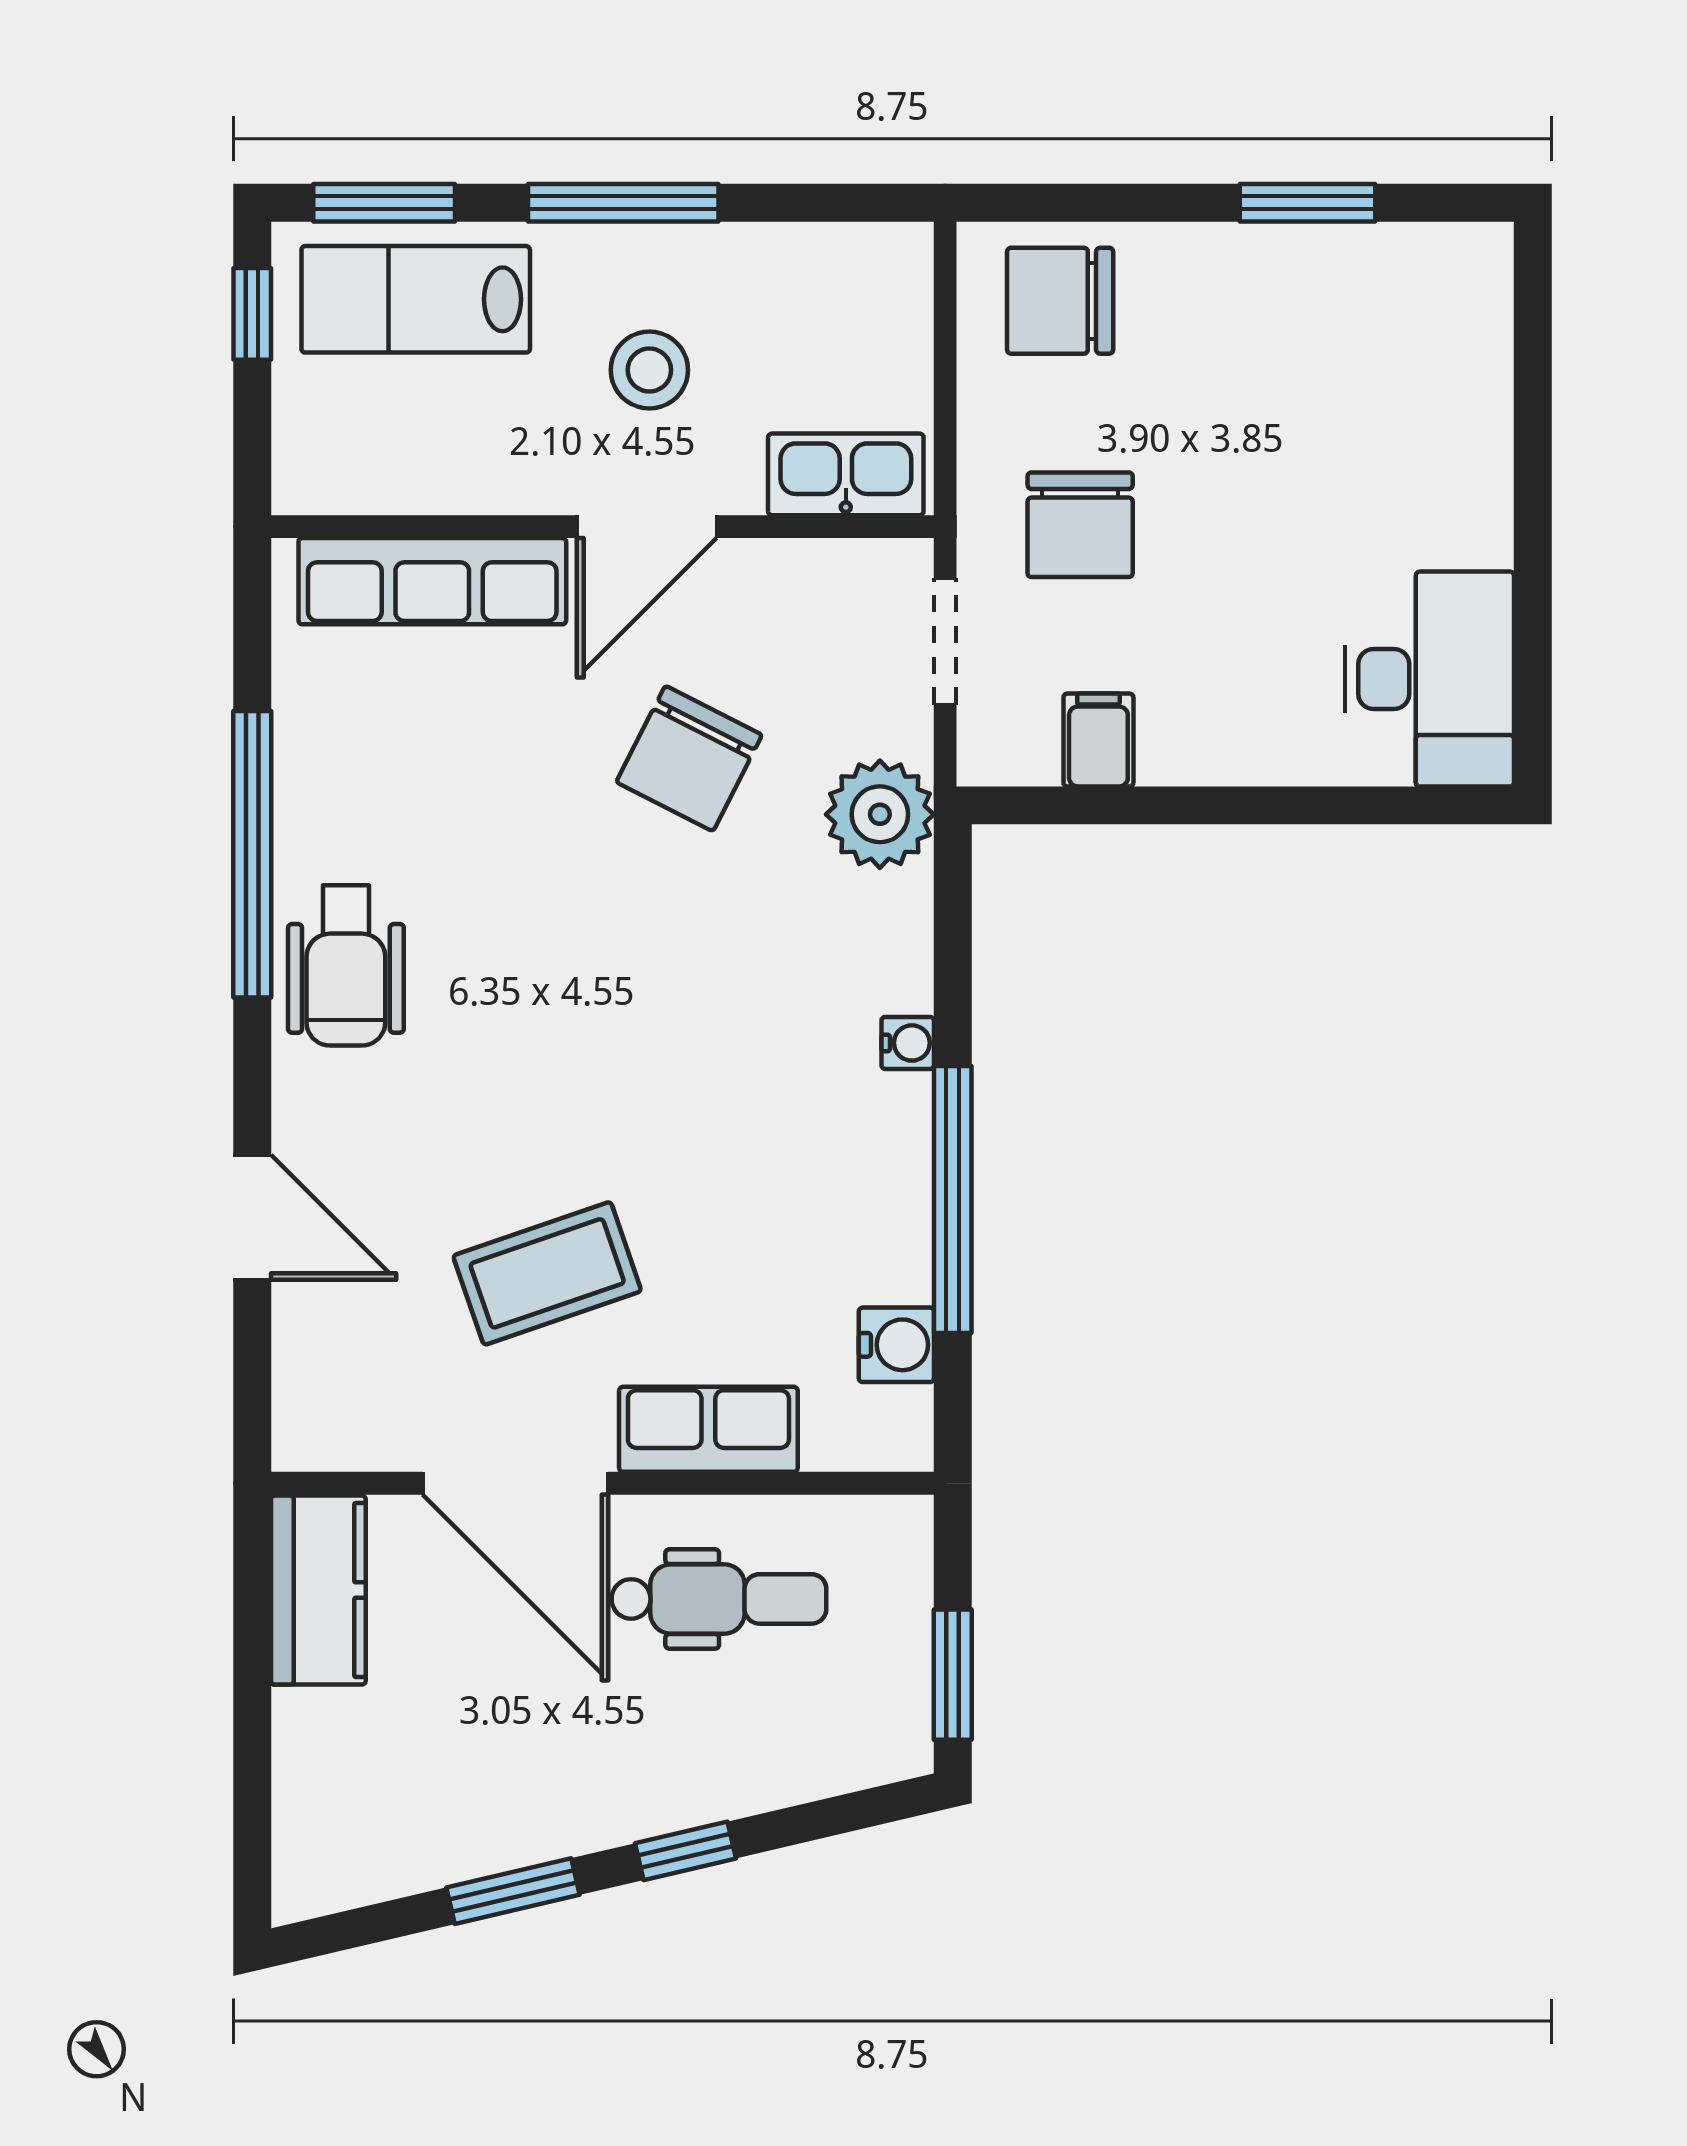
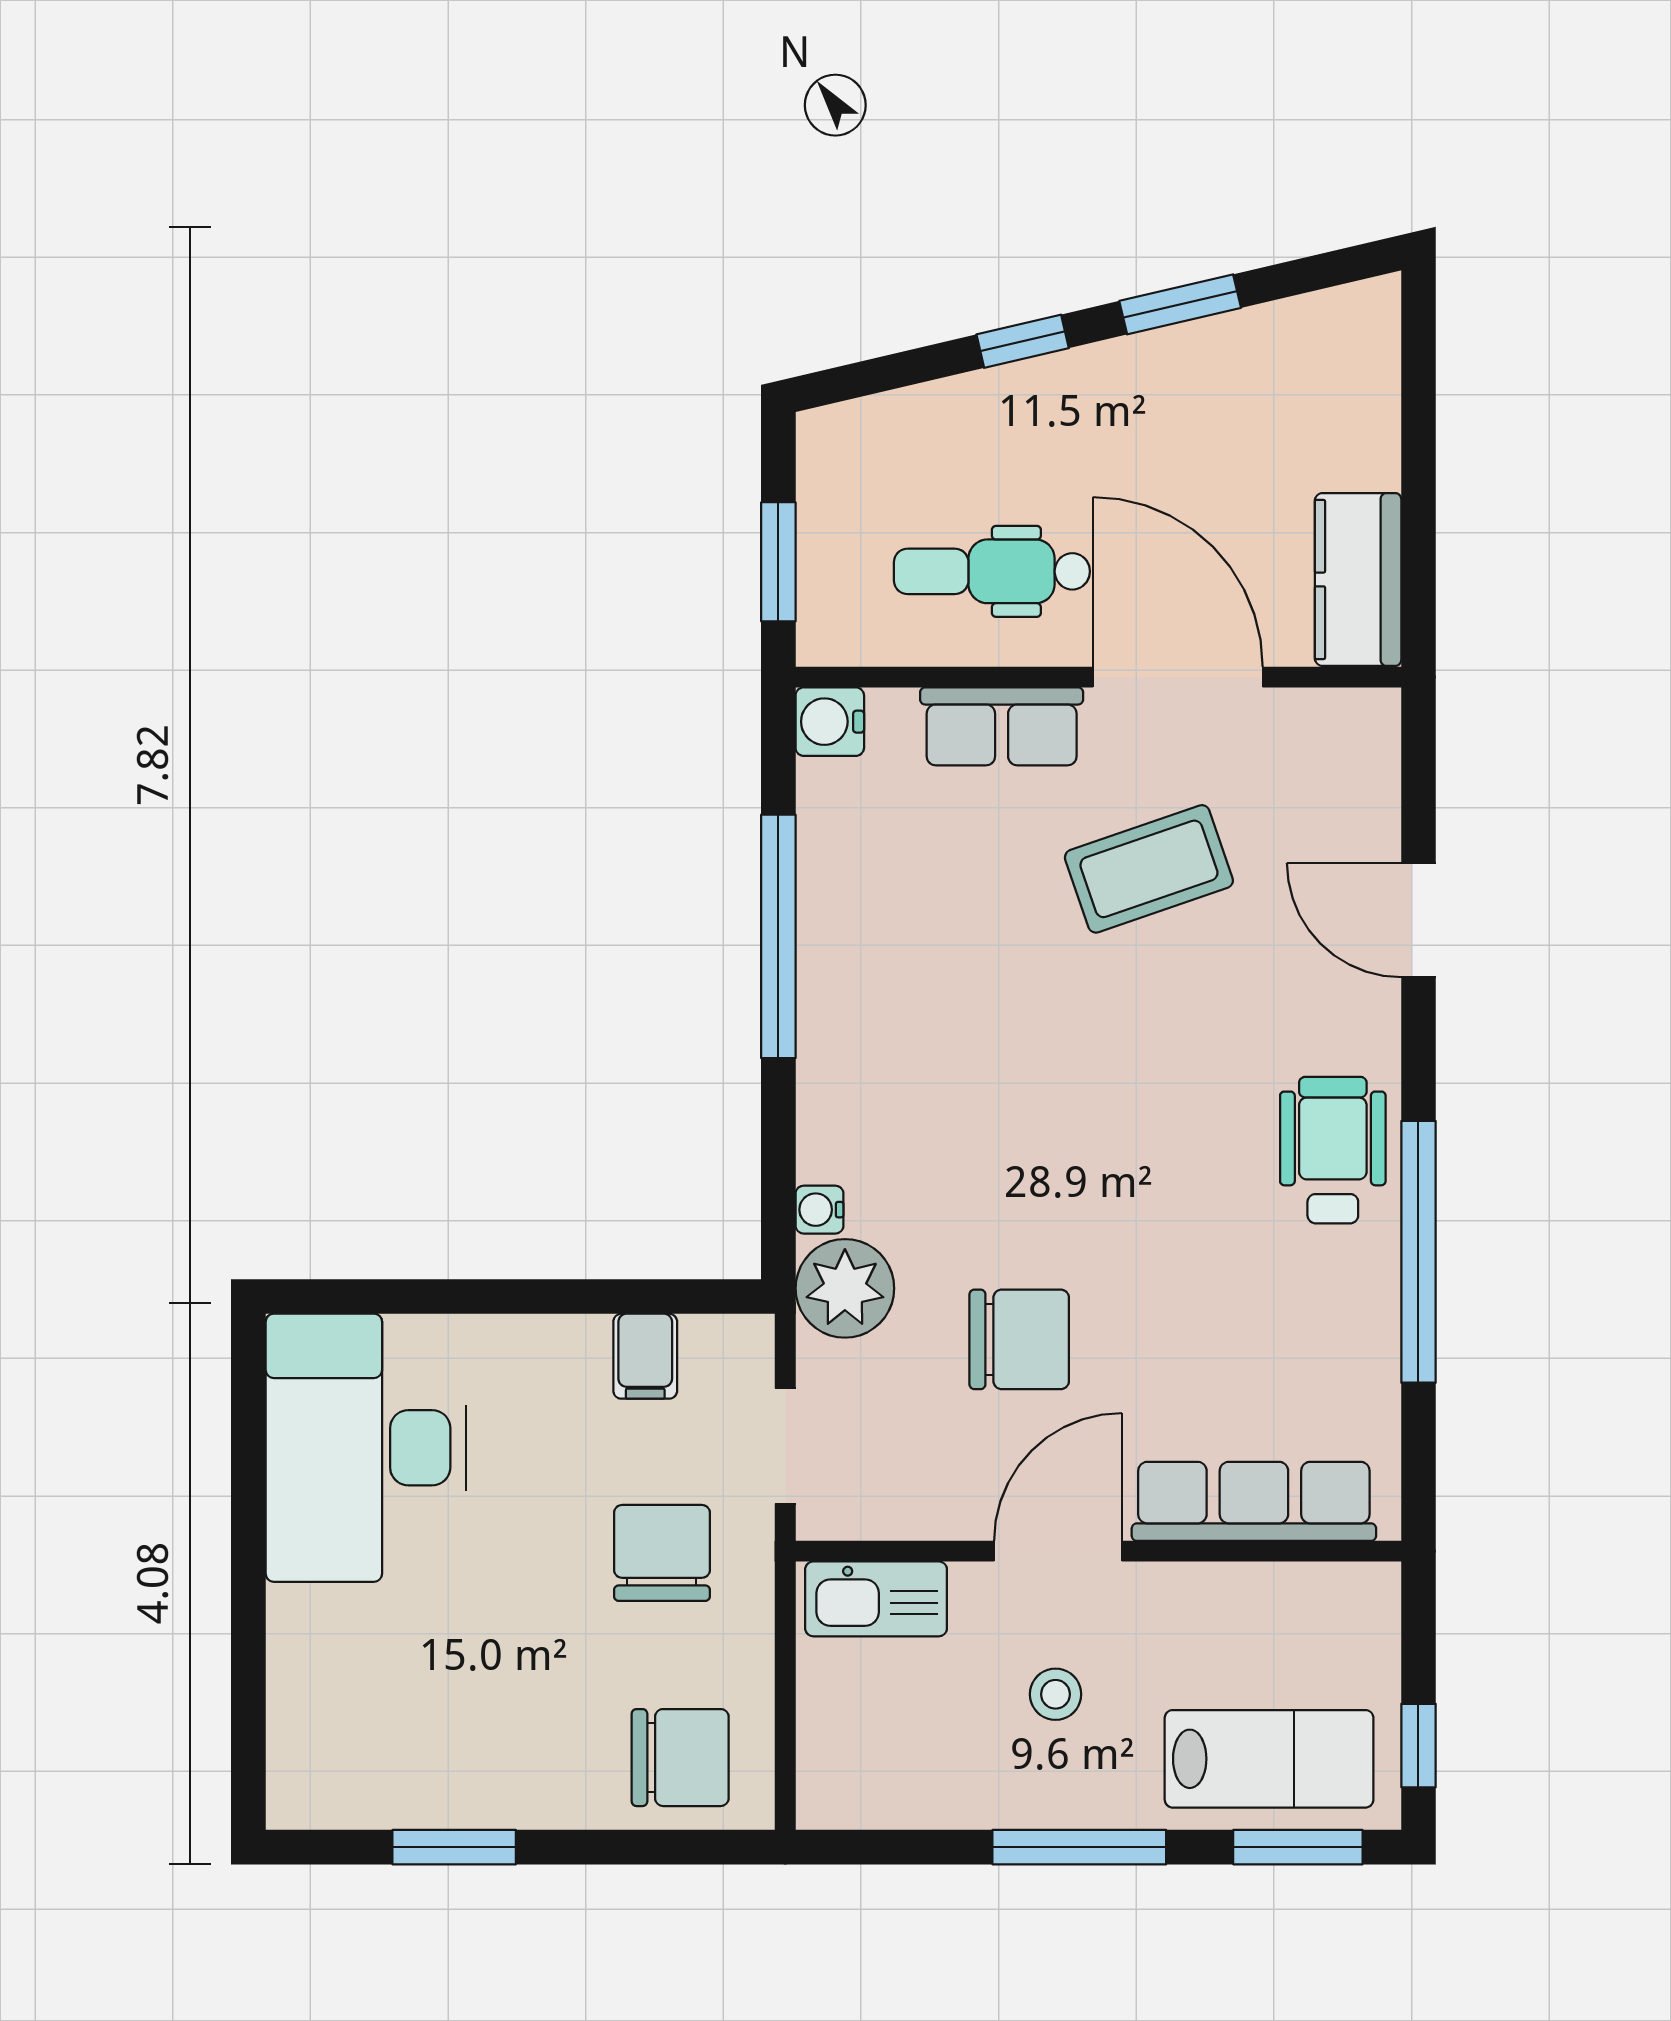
stool: (649, 370) -> (1056, 1694), width x0.73, depth x0.73
desk: (1429, 679) -> (366, 1448), width x1.36, depth x1.30
chair: (689, 758) -> (1019, 1339), turned 63
water cooler: (908, 1043) -> (820, 1210), moved
water cooler: (896, 1345) -> (830, 722), moved
window: (953, 1675) -> (778, 562), moved

